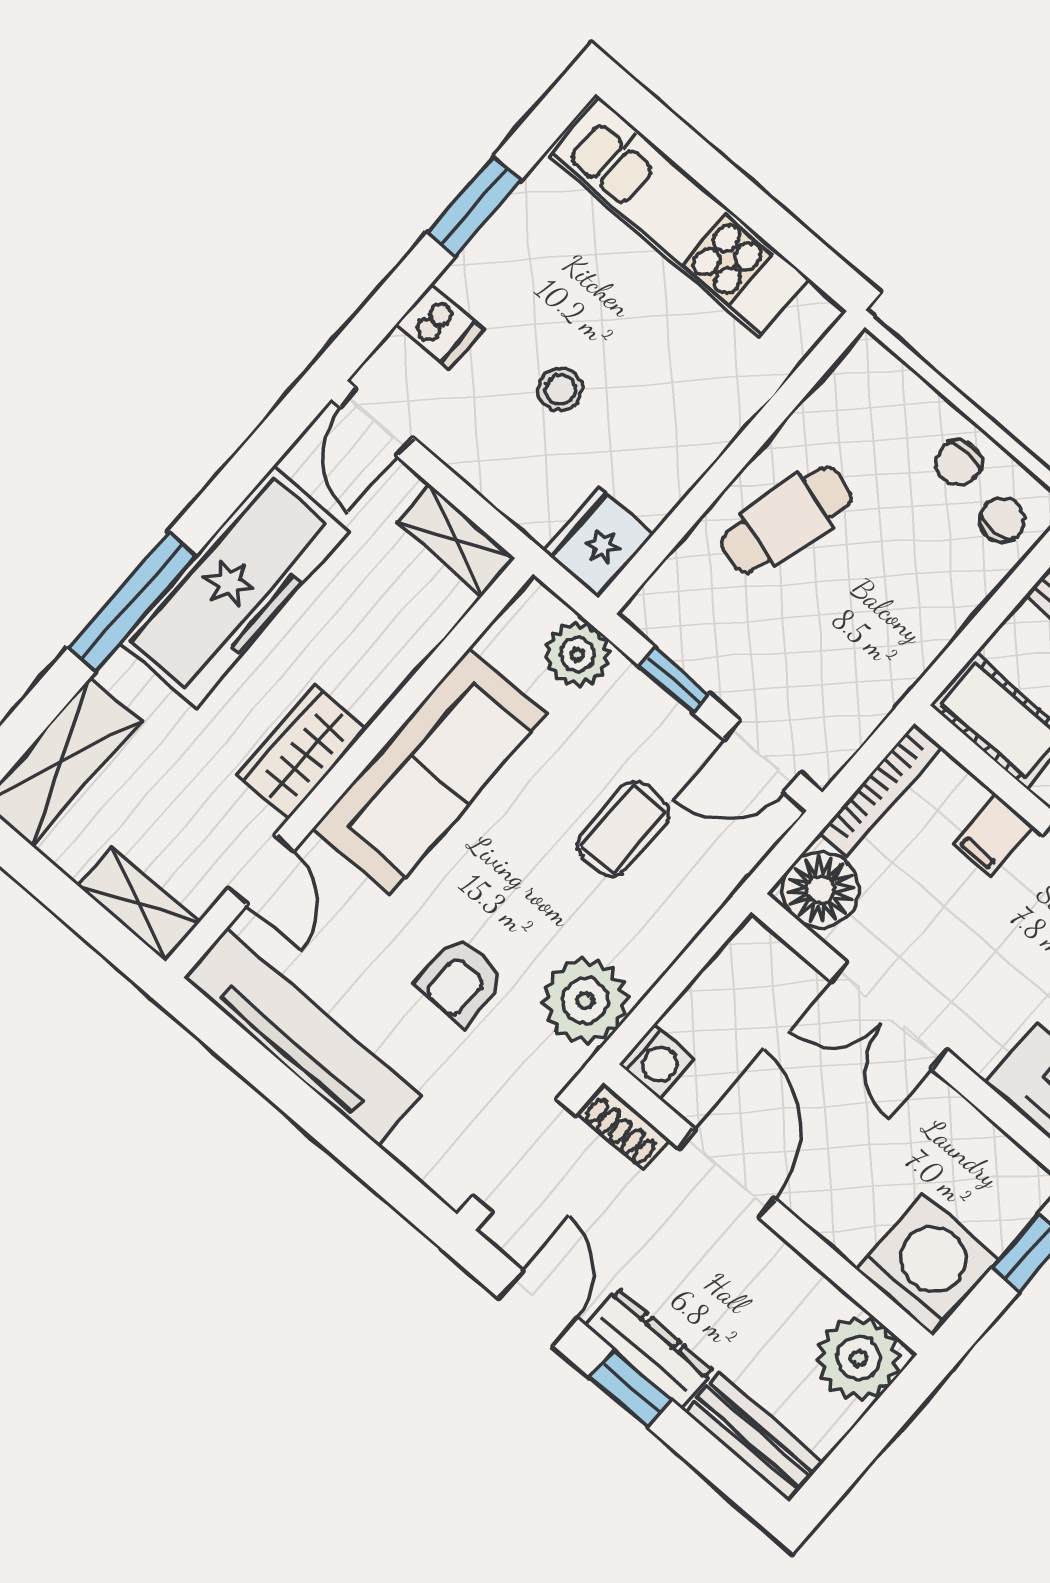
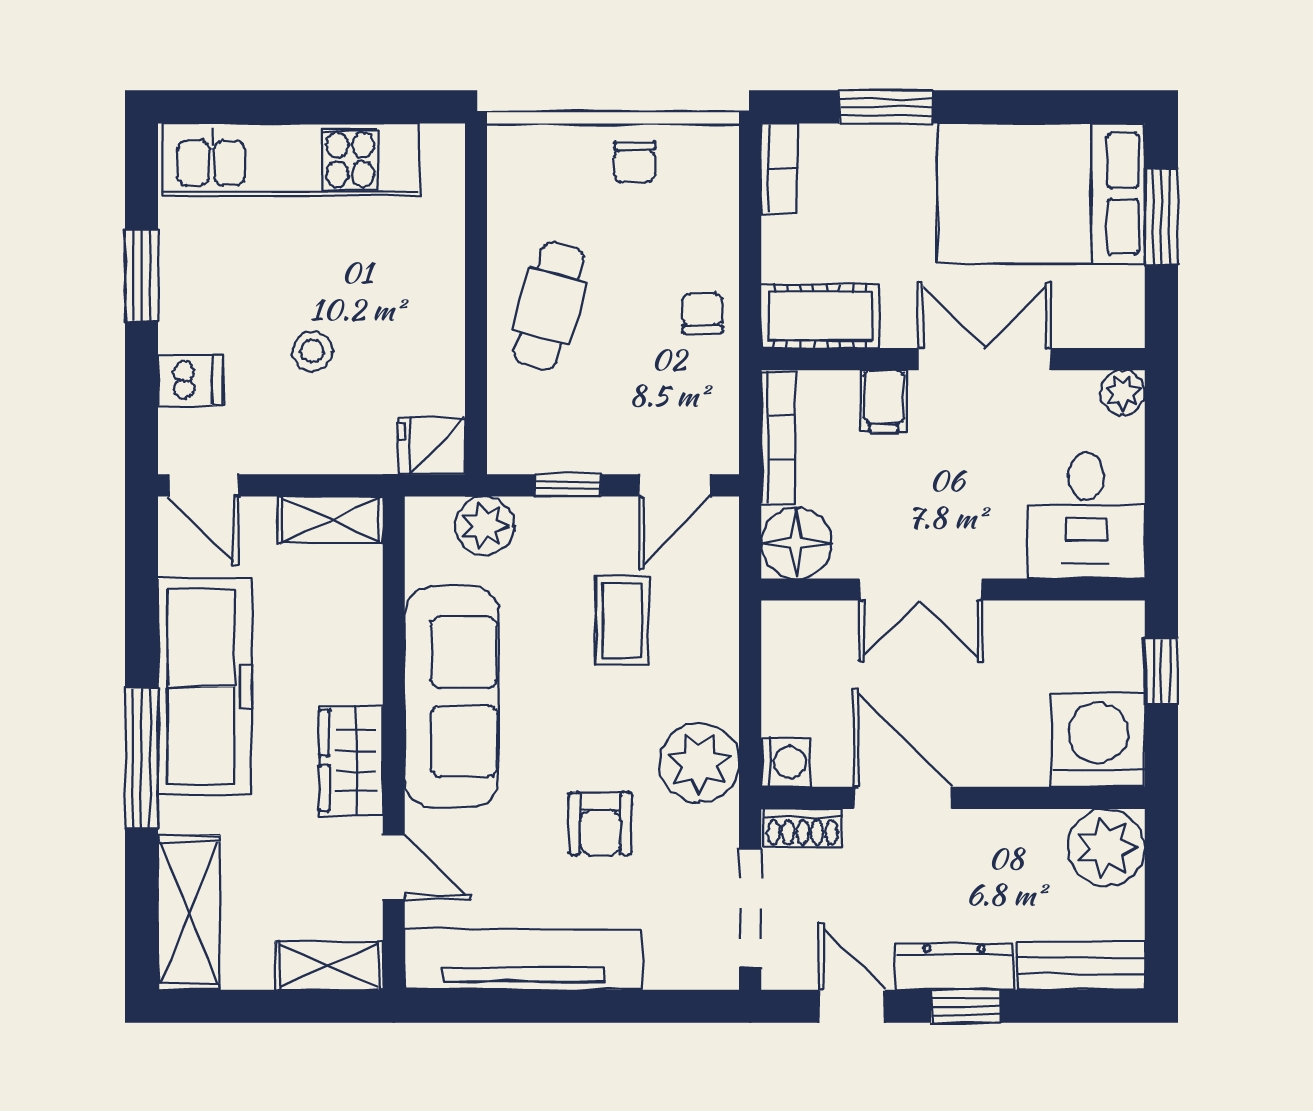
chair: (1002, 520) -> (702, 313), moved
fridge: (598, 542) -> (431, 446), width x0.72

